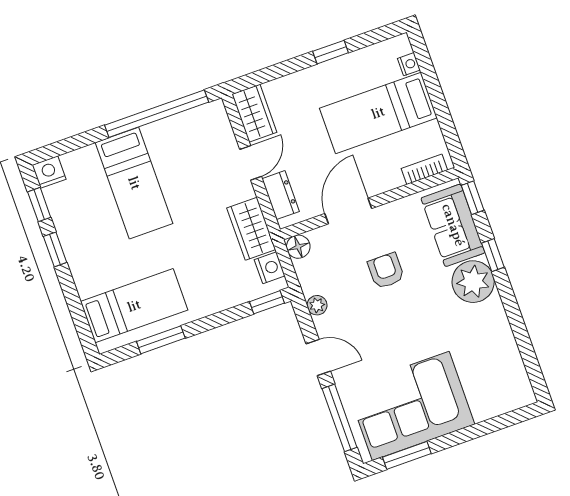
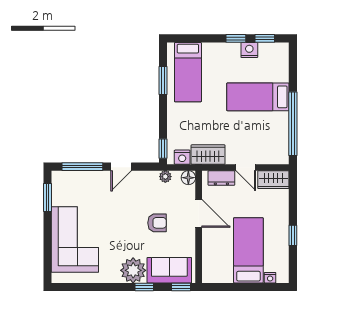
bookcase: (424, 169) -> (207, 265), removed
nightstand: (49, 172) -> (249, 50), moved, turned -90
plant: (317, 305) -> (165, 177), moved
corner sofa: (411, 406) -> (75, 240), moved

